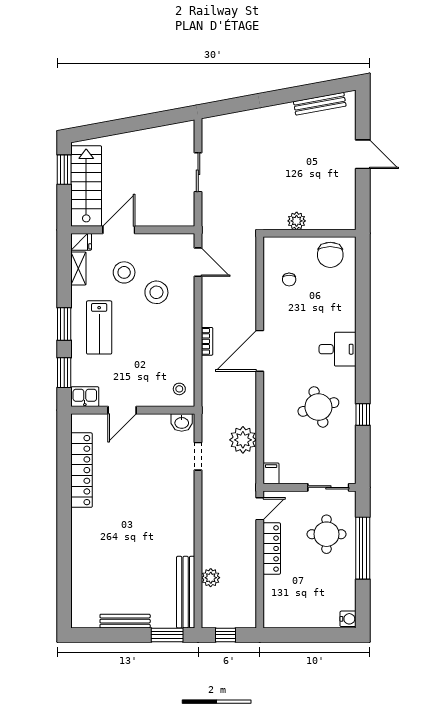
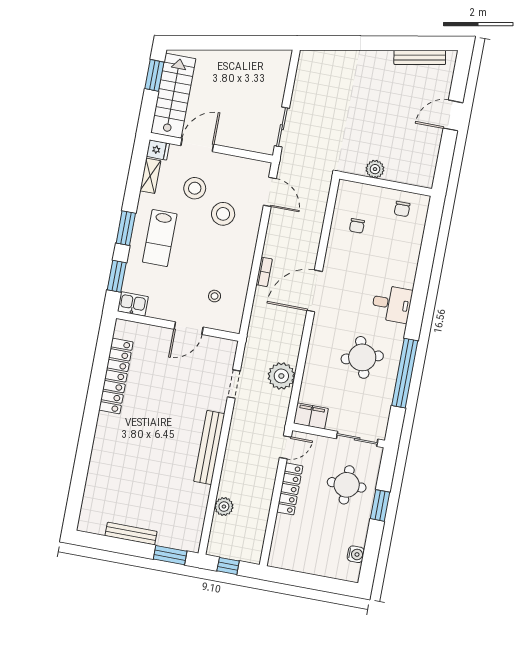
door: (363, 154) -> (453, 115), swing flipped
sliding door: (198, 172) -> (282, 127), moved
chair: (330, 255) -> (402, 209), width x0.54, depth x0.54
stool: (179, 389) -> (215, 296), moved
door: (122, 410) -> (189, 328), moved
window: (363, 415) -> (405, 373), width x3.17
washbasin: (182, 422) -> (224, 347), removed
filing cabinet: (271, 473) -> (311, 416), width x2.00
window: (363, 548) -> (380, 505), width x0.47
bench: (186, 592) -> (209, 447), moved
water cooler: (348, 619) -> (356, 554), moved

